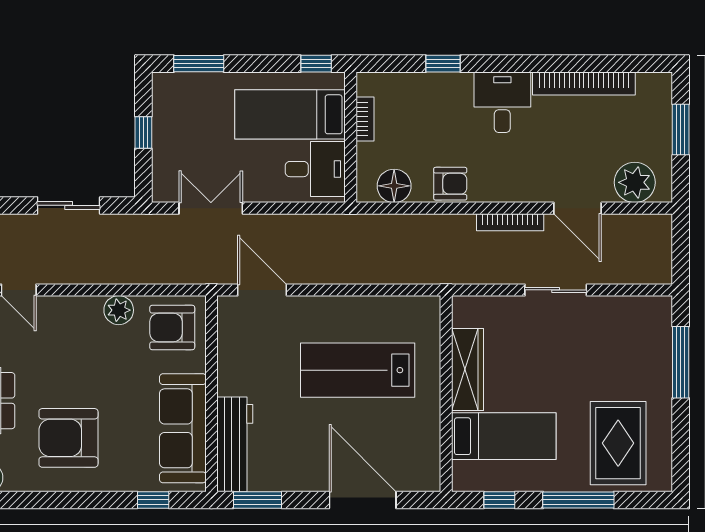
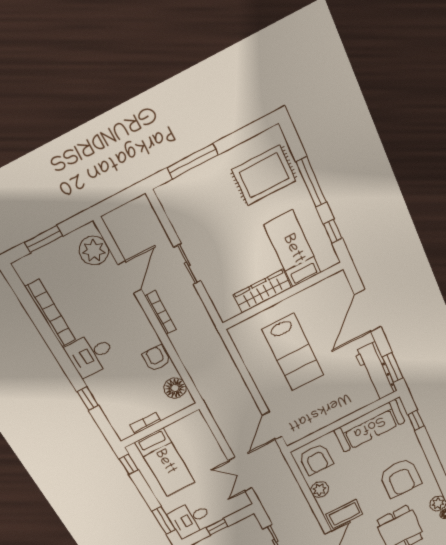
desk: (315, 169) -> (190, 519), moved, turned -90
coffee table: (54, 328) -> (344, 514), added
workbench: (235, 444) -> (376, 371), moved, turned -90

